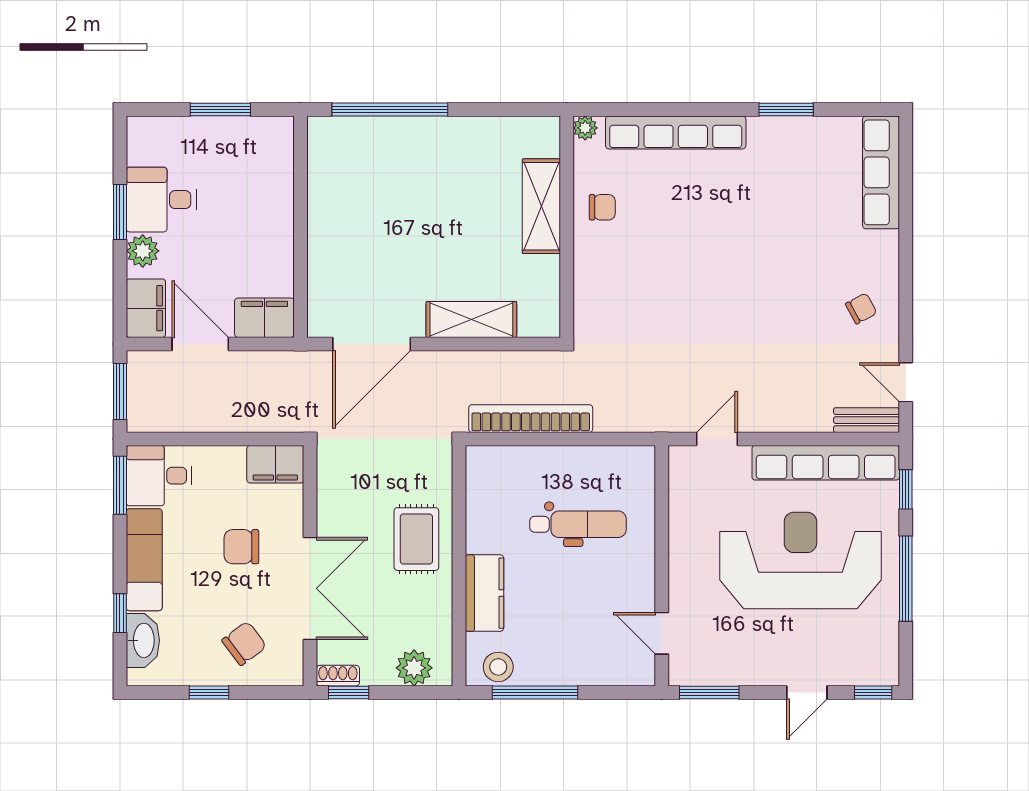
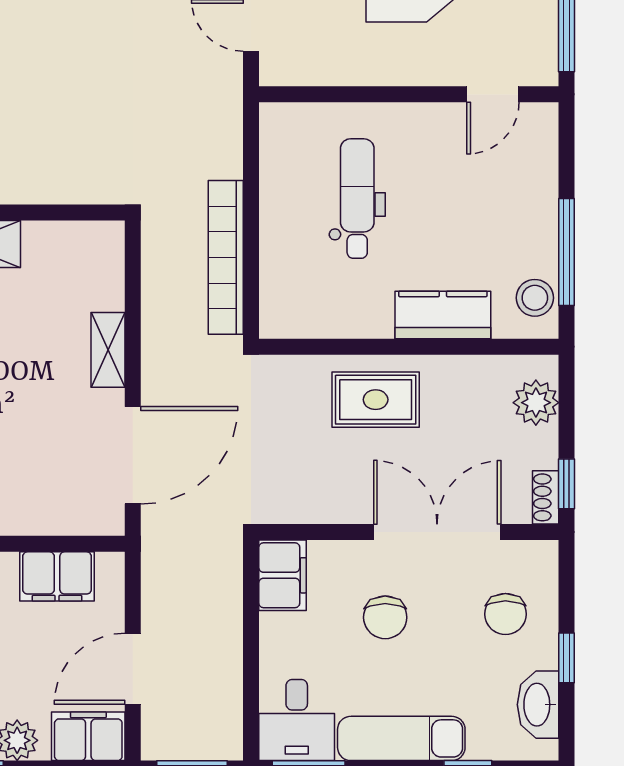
filing cabinet: (264, 318) -> (57, 576), moved, turned -90
shelving: (471, 320) -> (108, 350), width x0.67, depth x0.75
door: (372, 344) -> (133, 455), hinge flipped
washbasin: (143, 640) -> (538, 705), moved, turned -90
chair: (244, 643) -> (505, 614), turned -143

